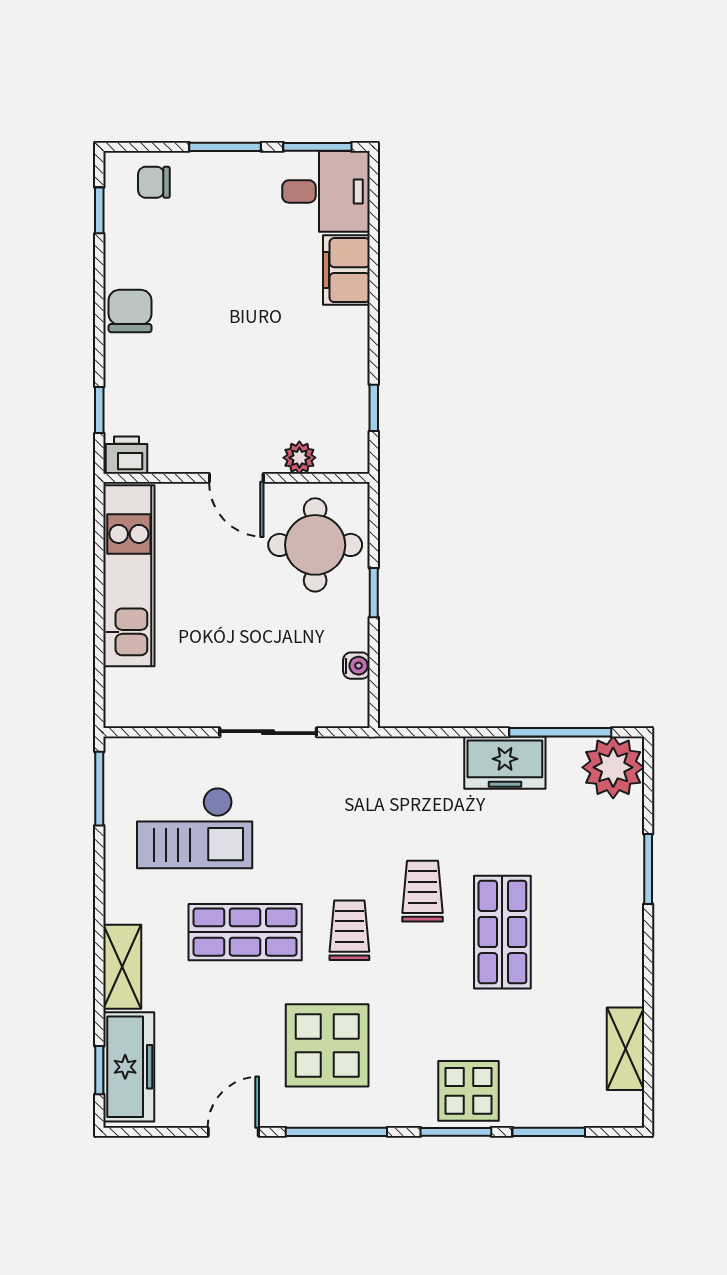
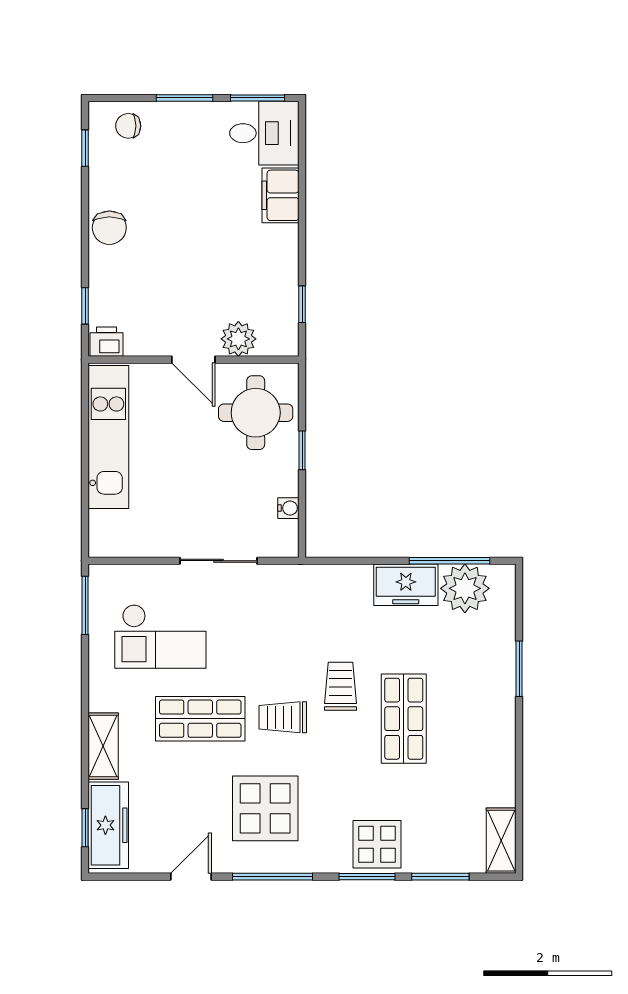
chair: (130, 311) -> (109, 228), turned 180
plant: (299, 458) -> (238, 339), width x1.38, depth x1.38
plant: (613, 767) -> (465, 588), moved
trolley: (349, 930) -> (283, 717), turned -90
shelving: (626, 1049) -> (501, 841), moved

